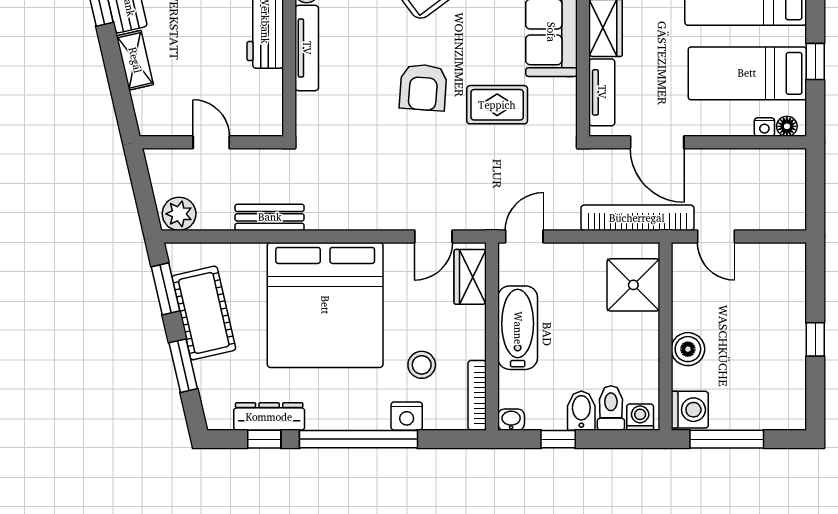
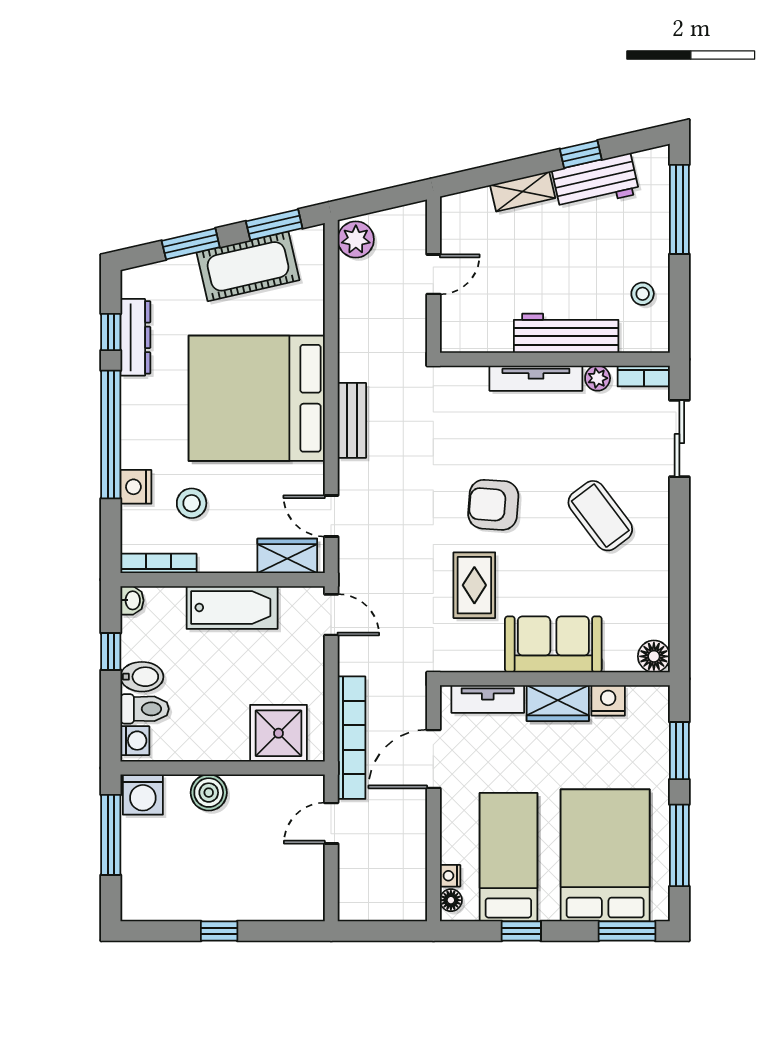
bench: (270, 217) -> (352, 420), moved

